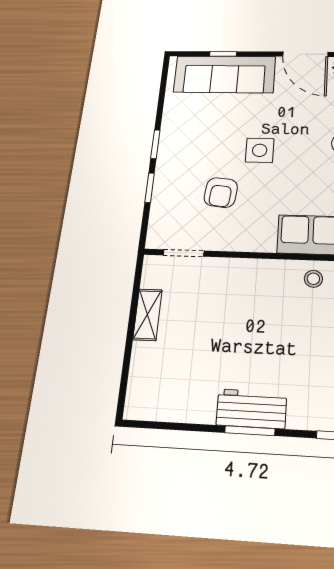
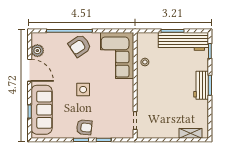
door: (305, 54) -> (30, 70), hinge flipped
armchair: (221, 193) -> (84, 127), moved
shelving: (147, 315) -> (191, 133), moved

